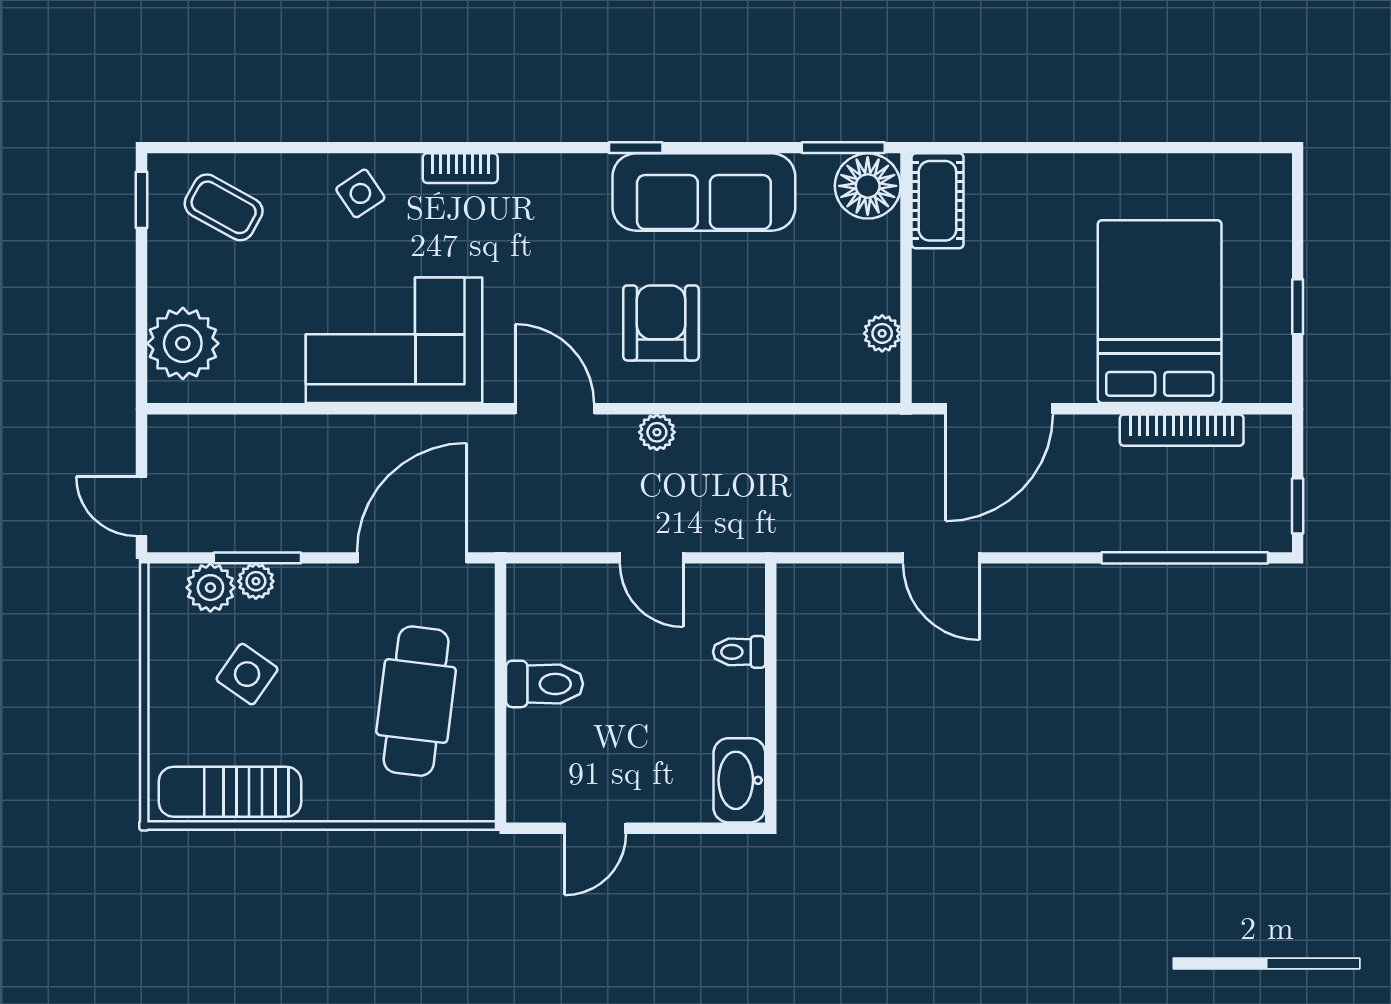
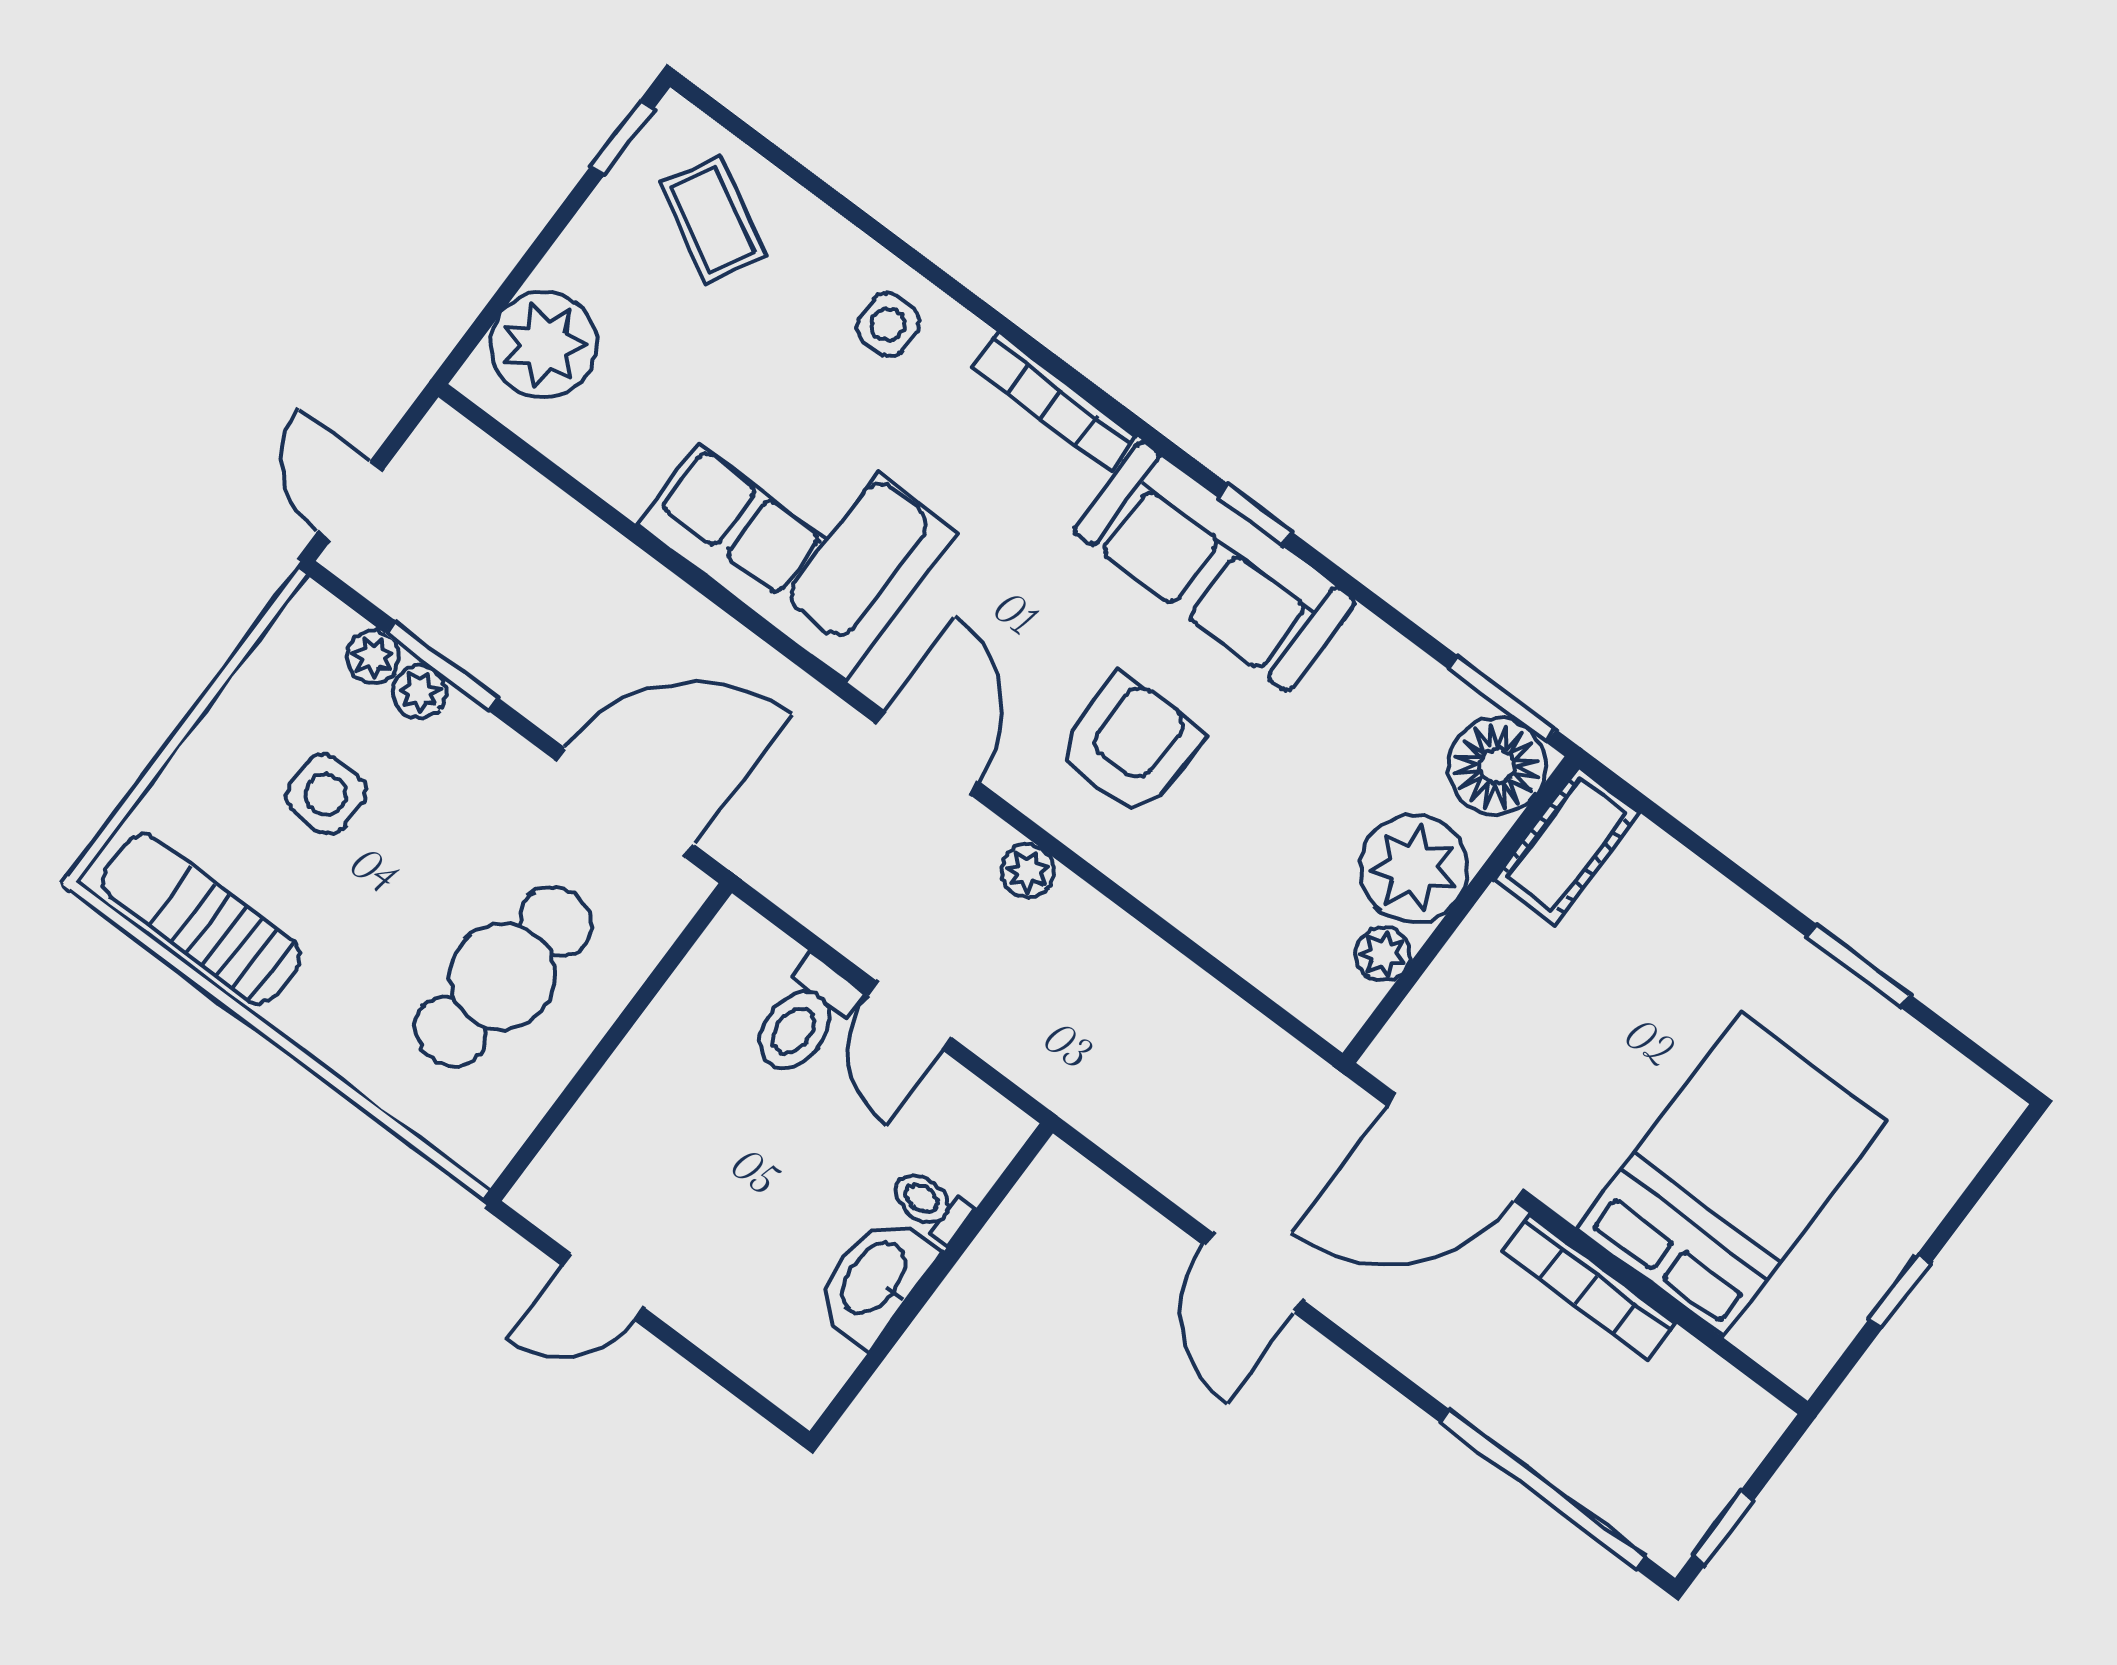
window: (1144, 148) -> (1859, 966), added
bookcase: (460, 168) -> (1054, 402), width x1.56
sofa: (704, 192) -> (1214, 566), moved
side table: (360, 193) -> (888, 324), turned 34
plant: (864, 275) -> (1413, 869), added
bookcase: (1182, 430) -> (1589, 1287), moved
plant: (210, 588) -> (373, 657), width x0.73, depth x0.73
side table: (247, 674) -> (326, 794), turned -35
toilet: (544, 684) -> (804, 1018), moved, turned 90
washbasin: (739, 780) -> (875, 1279), moved

